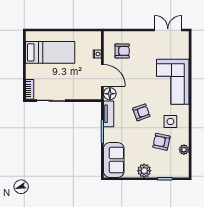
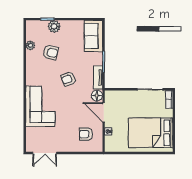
bed: (50, 52) -> (151, 133), width x1.50
side table: (170, 122) -> (42, 71), removed
plant: (144, 171) -> (54, 26), moved

